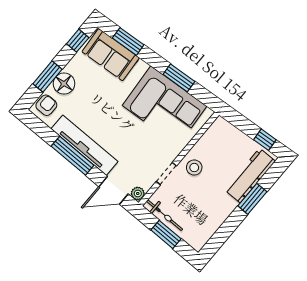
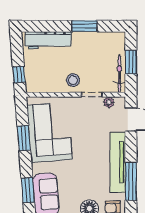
window: (265, 140) -> (19, 75), moved
window: (73, 156) -> (131, 181), moved
plant: (138, 193) -> (109, 102), moved
window: (252, 199) -> (85, 26), moved

